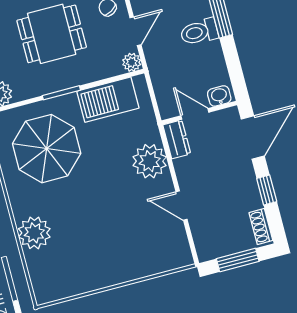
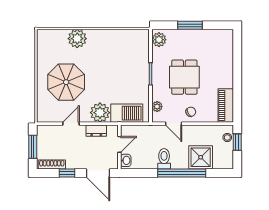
plant: (132, 62) -> (157, 107), moved
barbecue: (108, 100) -> (127, 113), moved, turned 90
dresser: (177, 139) -> (96, 131), moved
parasol: (47, 149) -> (66, 82), moved
shoe rack: (261, 226) -> (52, 164), width x1.43

